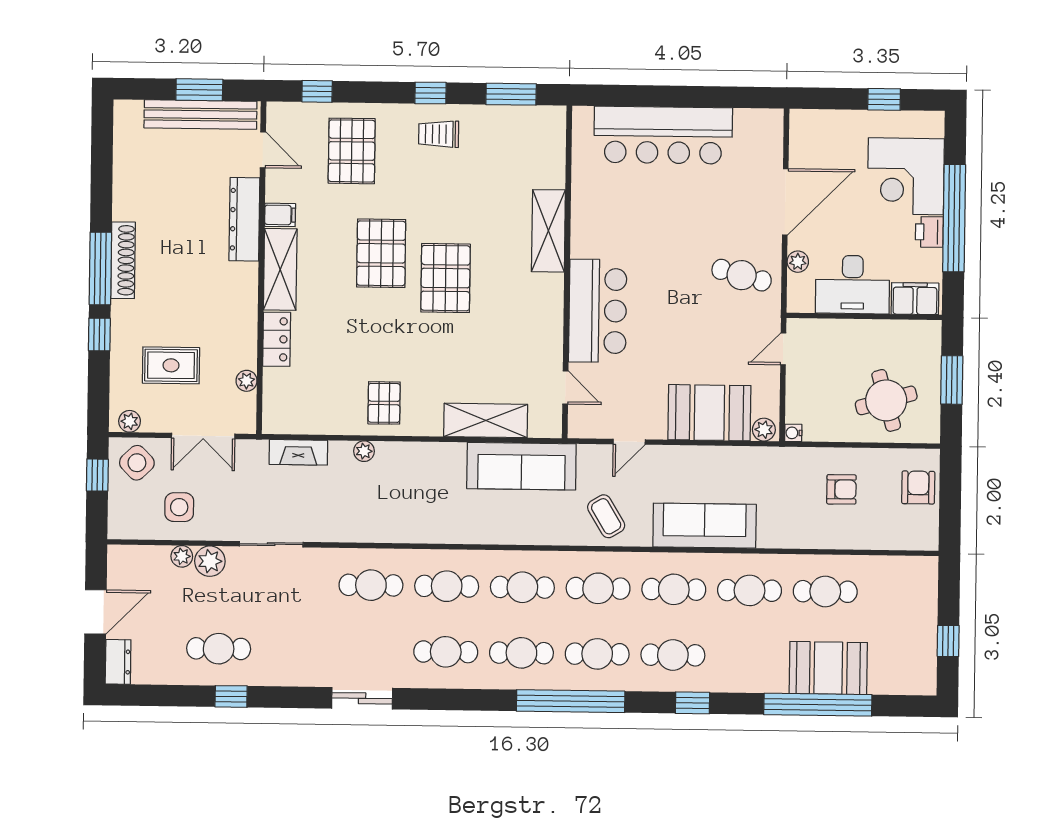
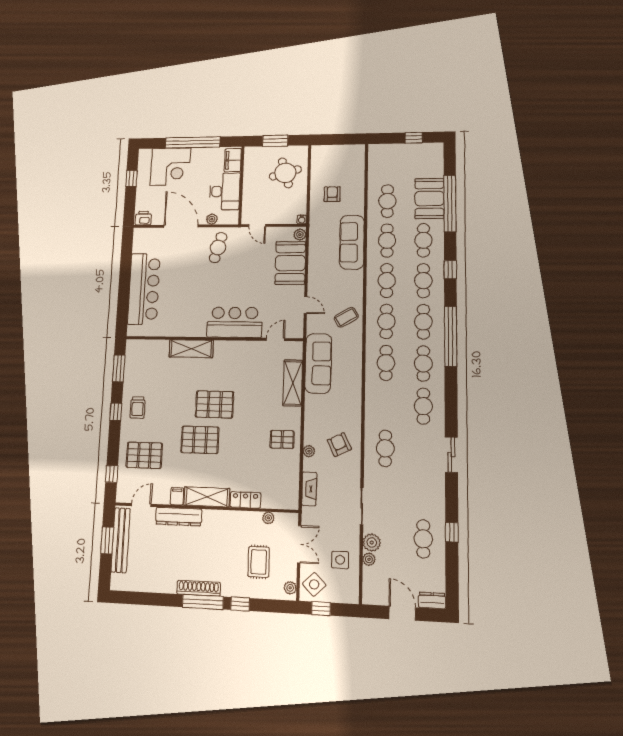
printer: (929, 232) -> (143, 218), moved, turned 180
armchair: (918, 487) -> (339, 445), moved, turned 64
sofa: (705, 526) -> (352, 242), moved
cafe table: (447, 586) -> (423, 240), moved

